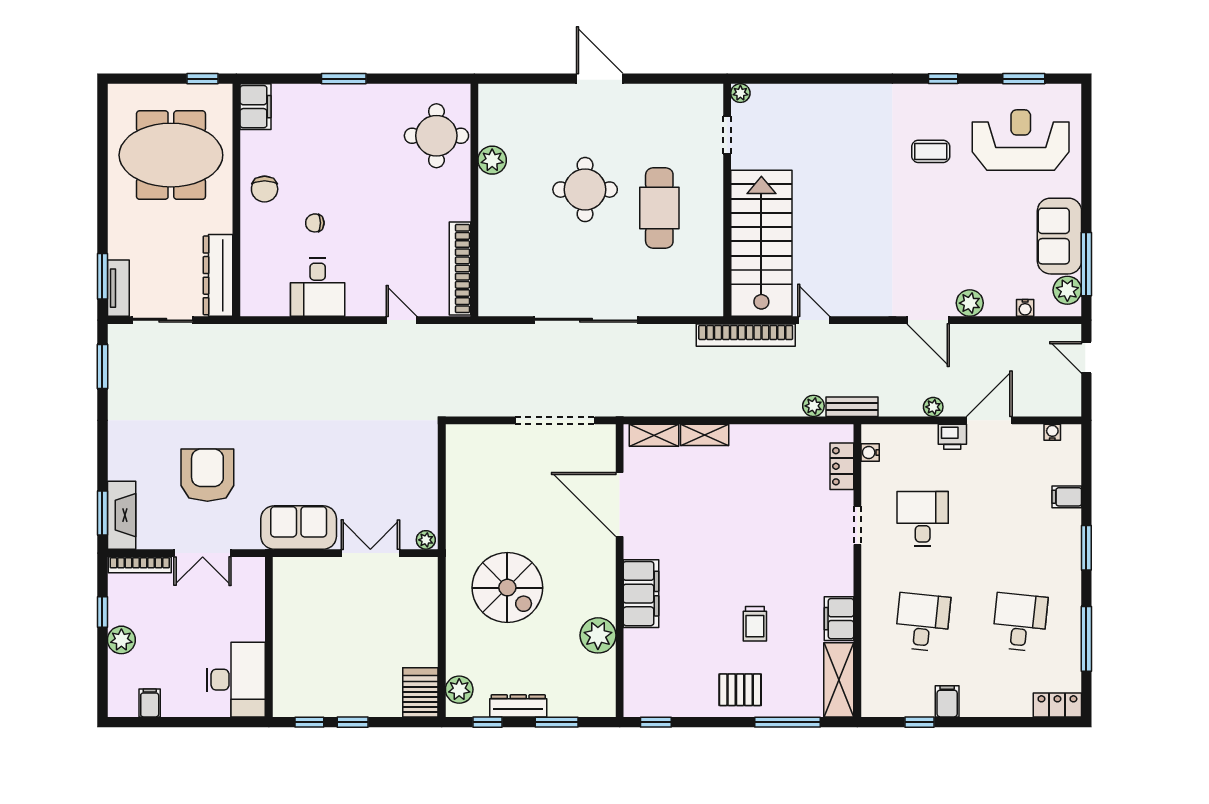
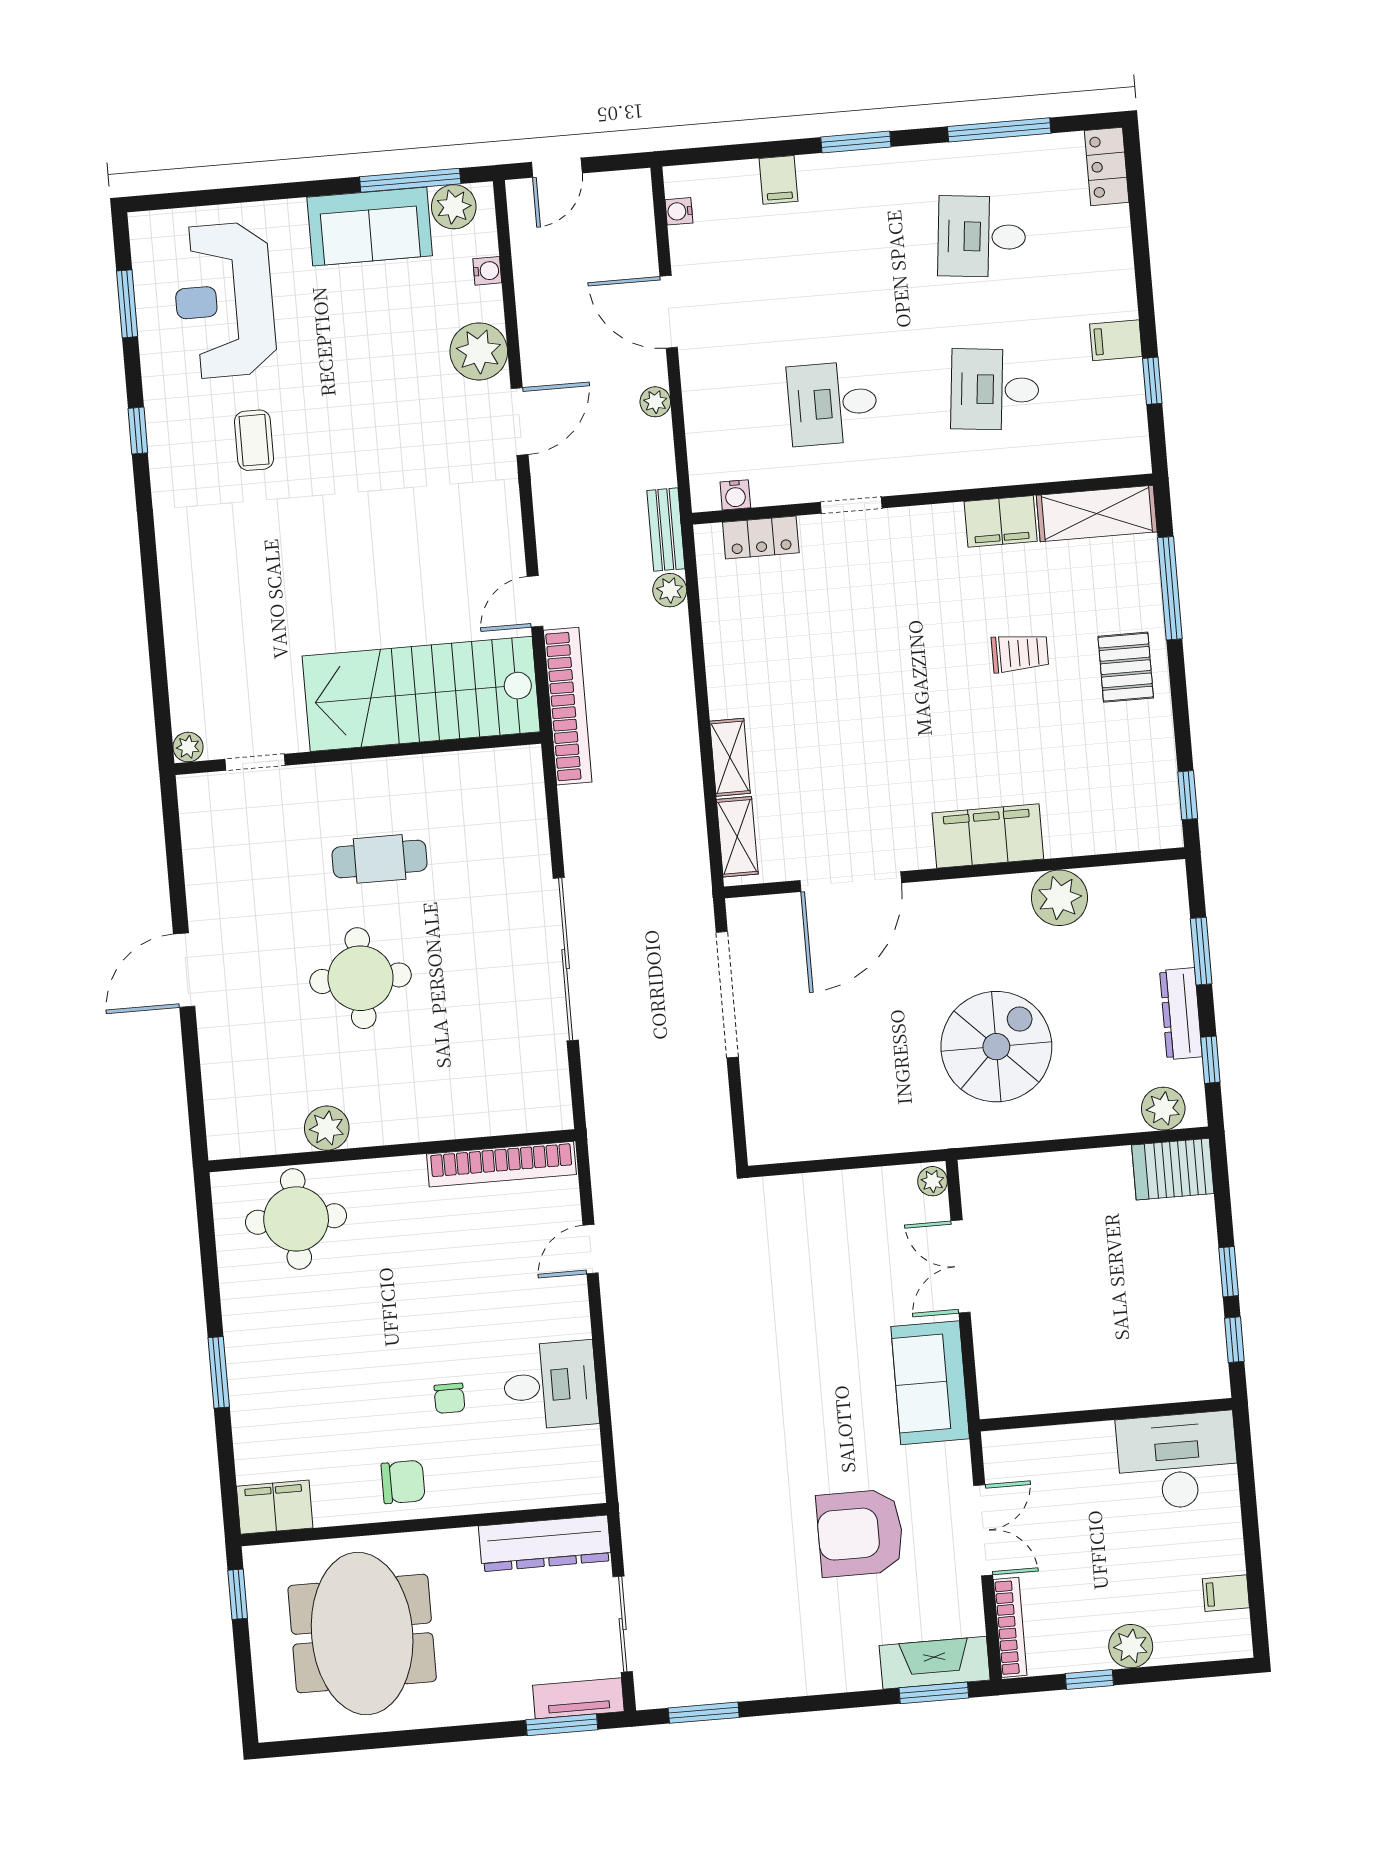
cafe table: (659, 208) -> (380, 859), width x0.73, depth x0.74
plant: (970, 303) -> (479, 351), width x1.36, depth x1.36
printer: (952, 437) -> (700, 368), removed

